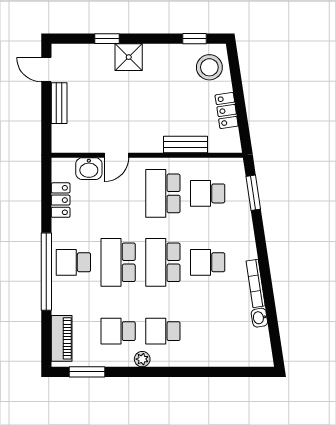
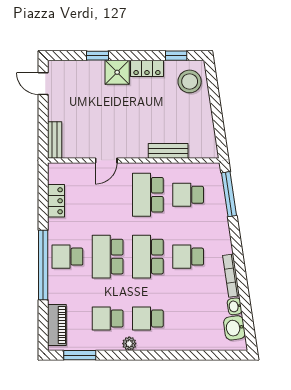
bench: (59, 103) -> (55, 140), moved
locker: (227, 111) -> (147, 68), moved, turned -81
washbasin: (89, 169) -> (234, 328), moved, turned 81
window: (253, 193) -> (229, 194), width x1.44

